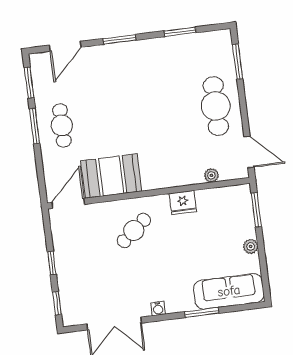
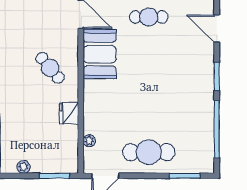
window: (180, 32) -> (217, 129), width x2.11

